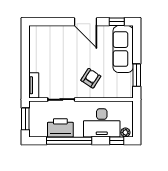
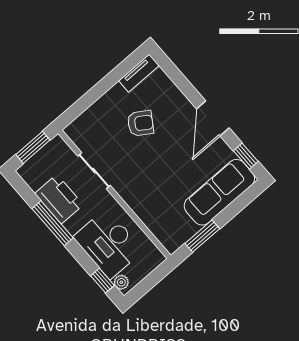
armchair: (91, 78) -> (140, 123), moved
tv unit: (34, 85) -> (139, 73), moved
window: (69, 141) -> (53, 223), width x0.68

